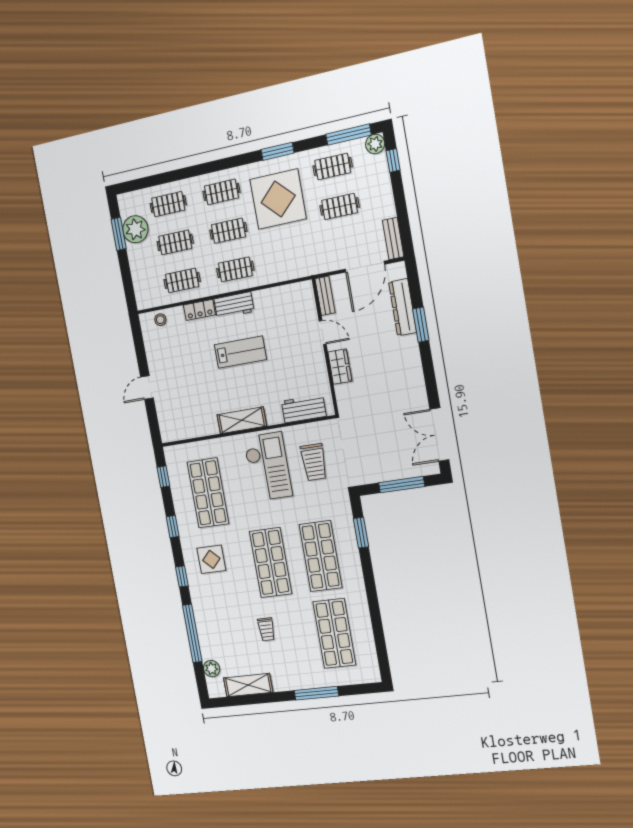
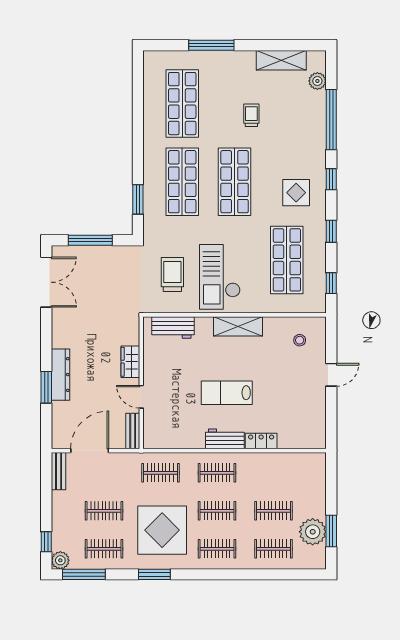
clothes rail: (182, 280) -> (160, 473), moved
dresser: (403, 307) -> (61, 375), moved
stool: (160, 320) -> (300, 340), moved

